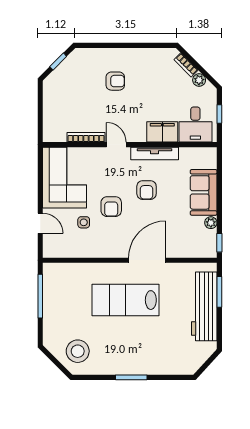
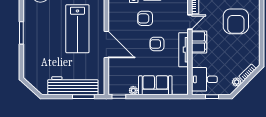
armchair: (115, 81) -> (236, 21), width x1.88, depth x1.88
filing cabinet: (162, 132) -> (199, 42), moved
lab bench: (126, 300) -> (77, 29), turned 180

